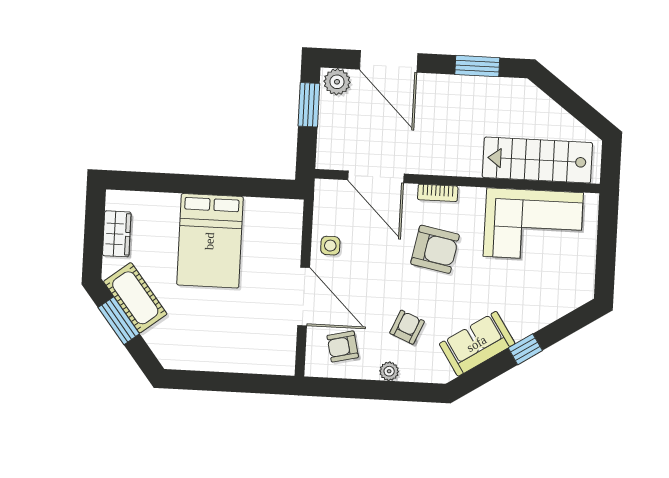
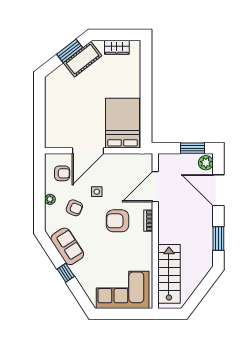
door: (389, 61) -> (218, 190), hinge flipped
corner sofa: (533, 224) -> (123, 290), moved, turned 90
bed: (210, 241) -> (123, 123), moved, turned 90
side table: (330, 246) -> (97, 192), moved
armchair: (435, 249) -> (118, 221), turned 79
armchair: (343, 346) -> (62, 173), turned 103

